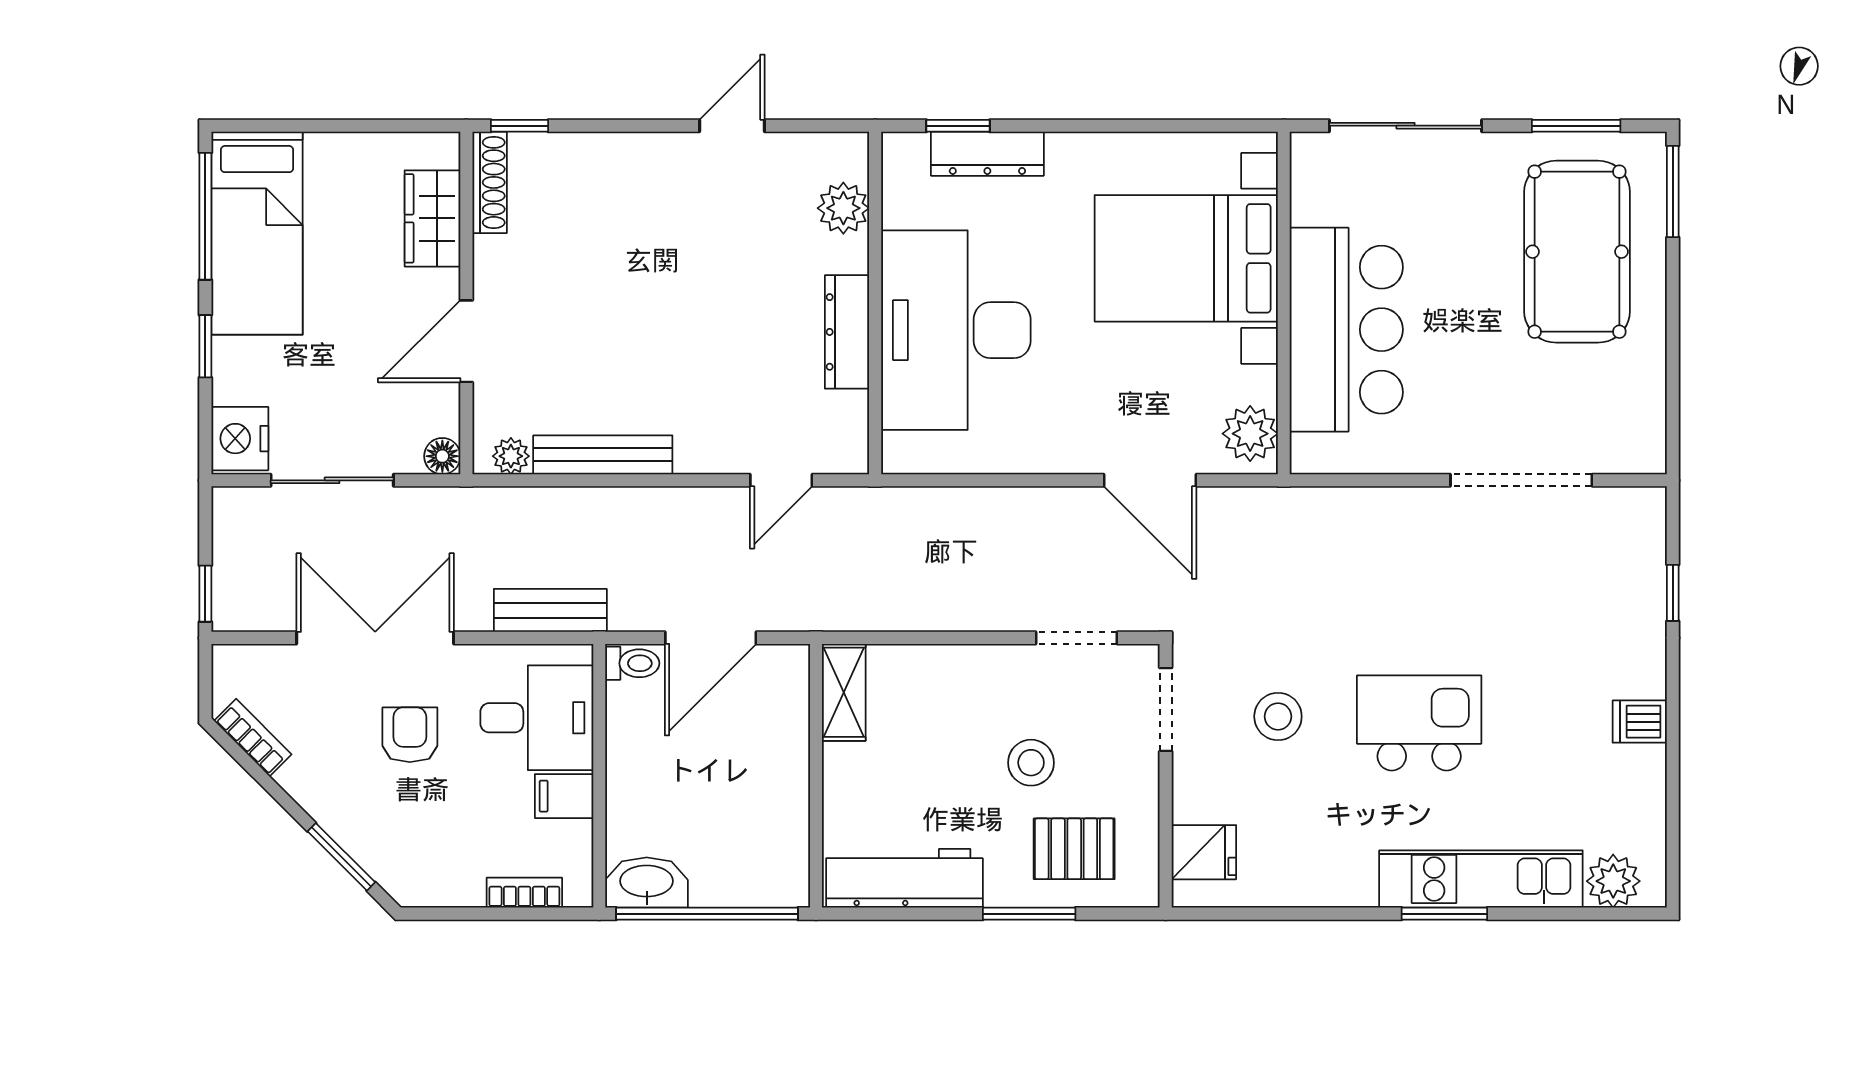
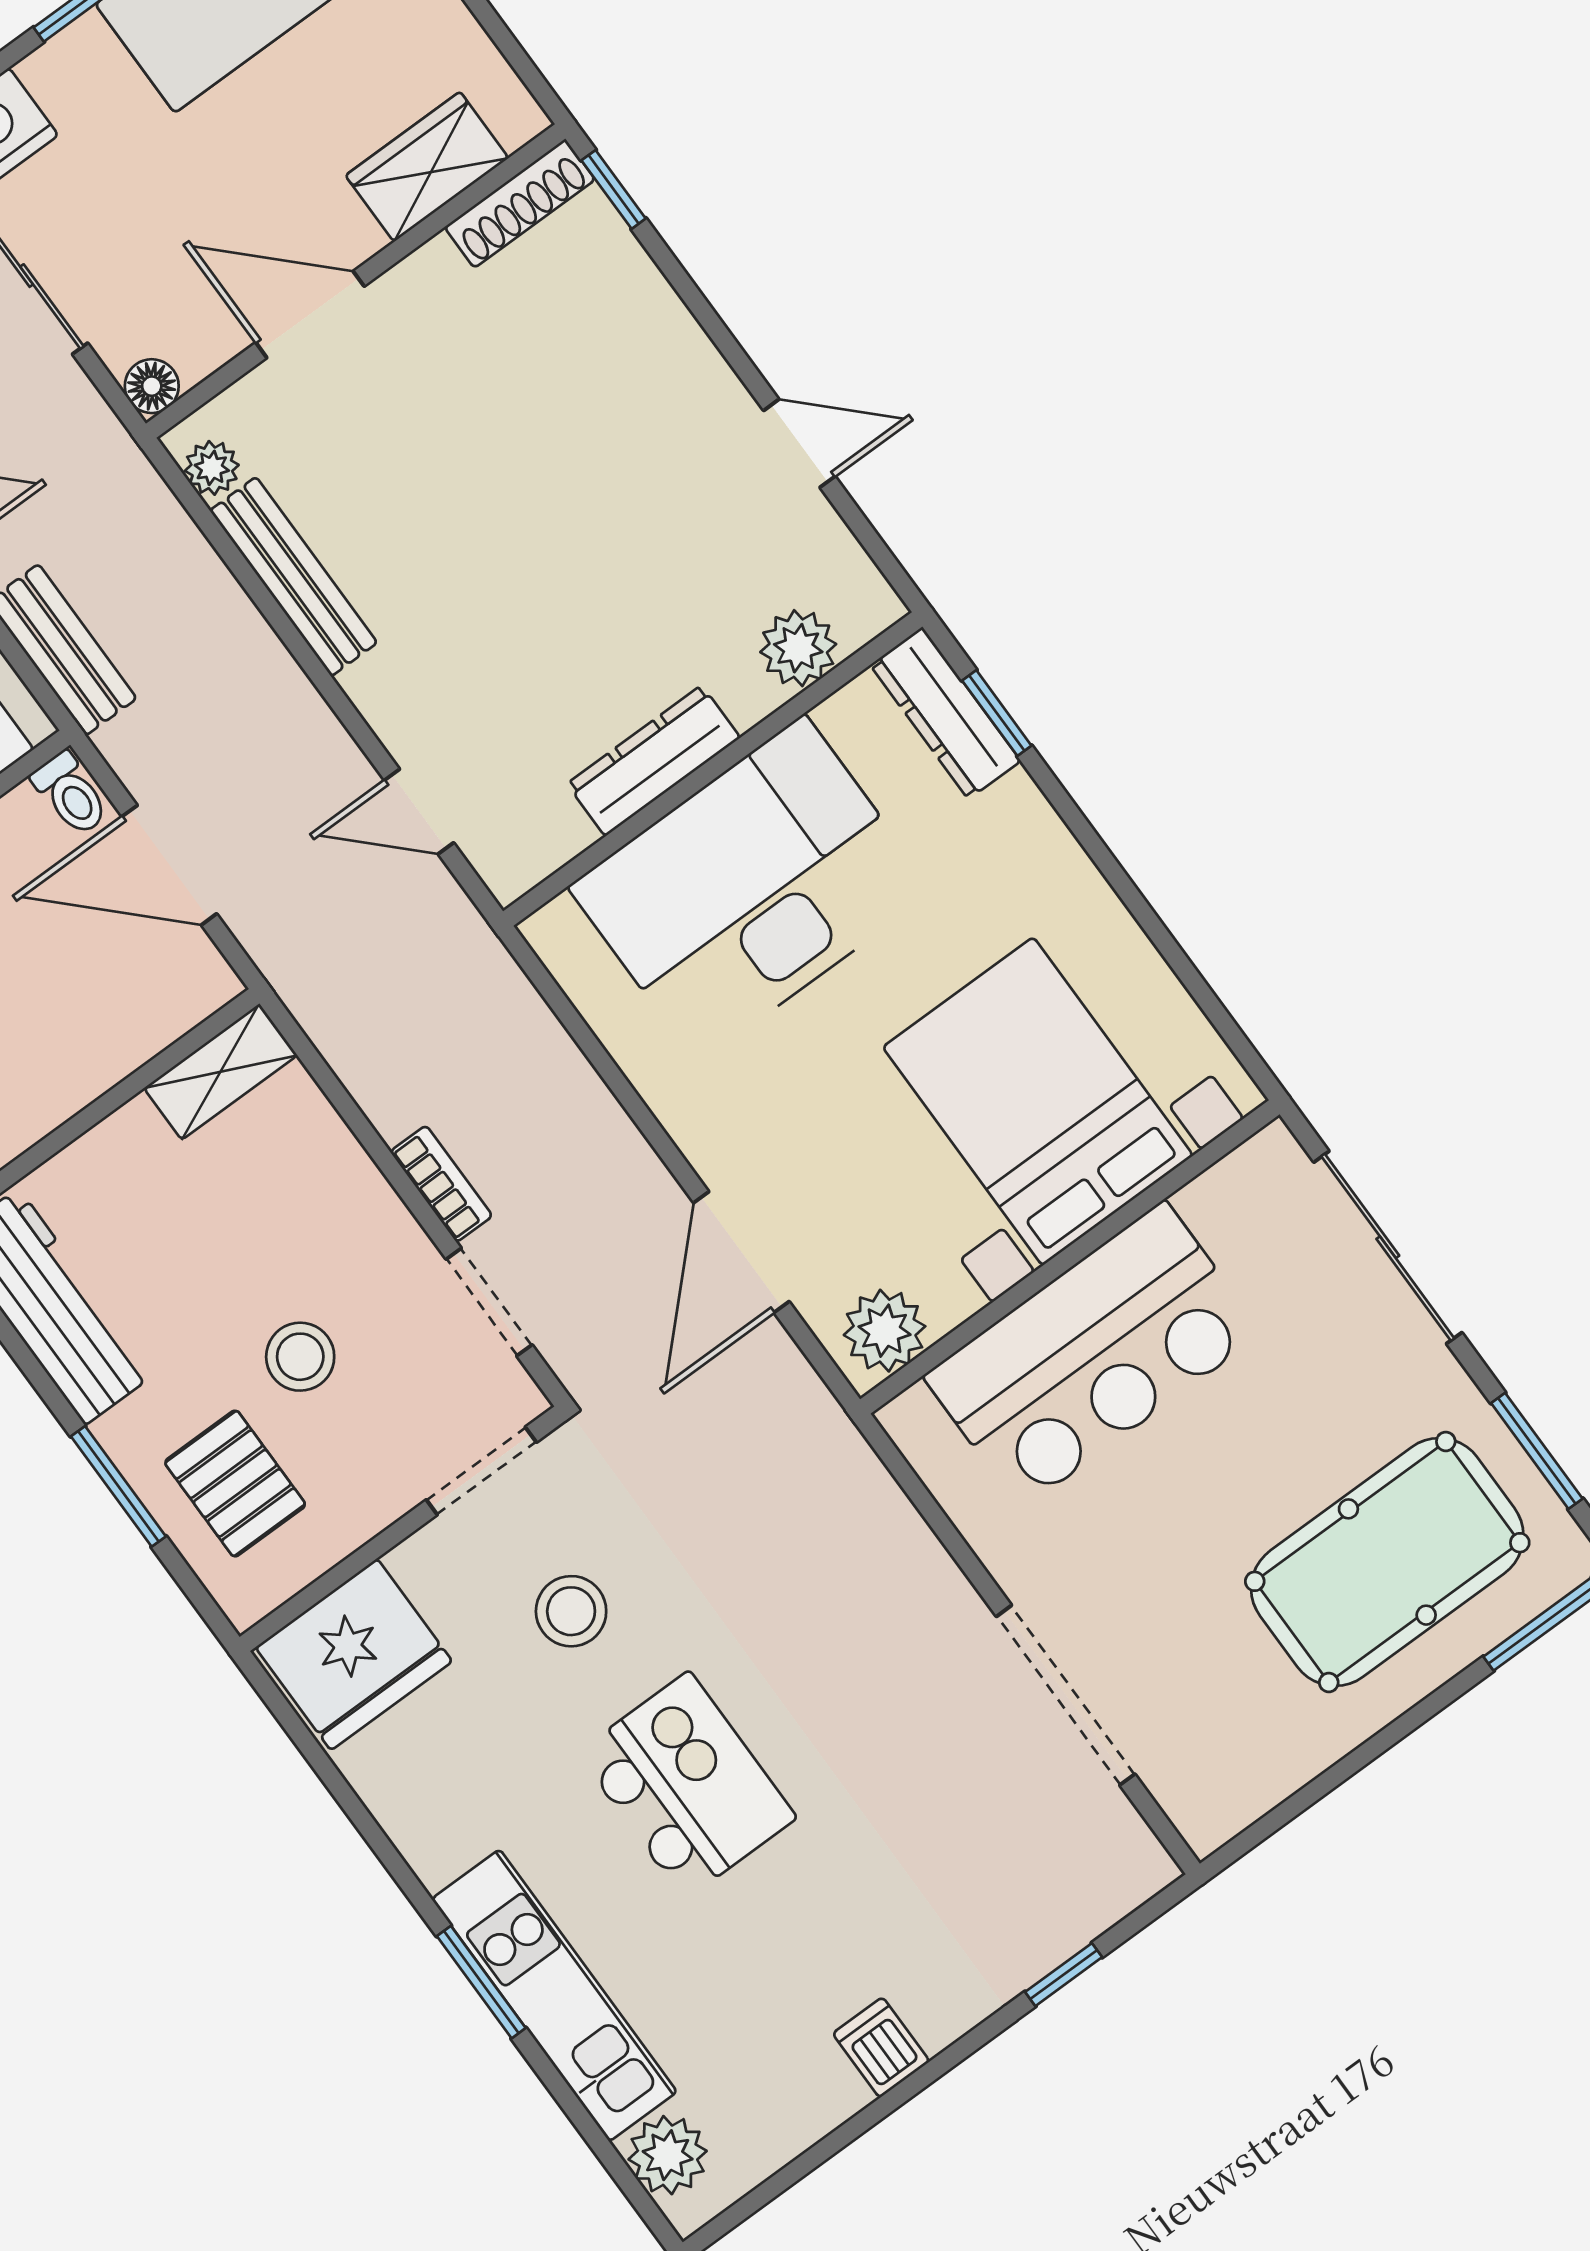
dresser: (987, 154) -> (945, 713), moved
bookcase: (993, 617) -> (441, 1184), added
fridge: (1204, 852) -> (354, 1654), width x1.88, depth x1.34

